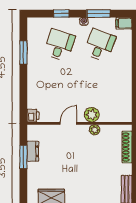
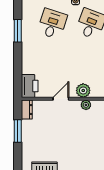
printer: (33, 116) -> (30, 86), width x1.87, depth x1.48
dresser: (33, 151) -> (27, 110), moved

